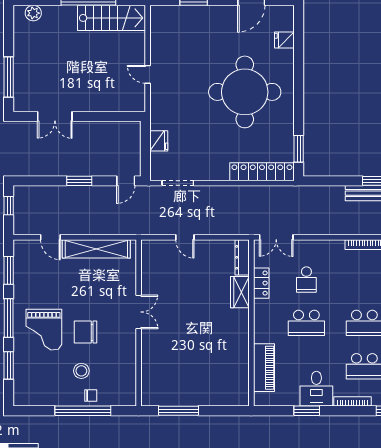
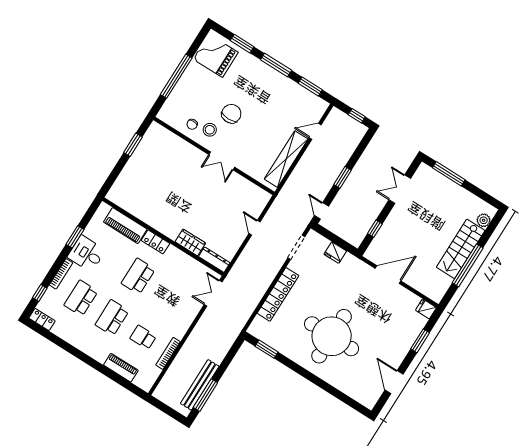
stairs: (112, 18) -> (461, 249), moved
fridge: (284, 40) -> (426, 309), moved, turned -90
door: (148, 74) -> (388, 275), width x1.87
window: (110, 116) -> (375, 229), added
locker: (262, 172) -> (278, 294), moved
door: (185, 237) -> (254, 228), hinge flipped
school desk: (306, 280) -> (143, 337), moved
locker: (261, 283) -> (155, 242), moved
grand piano: (44, 330) -> (216, 56), moved
stool: (81, 371) -> (210, 130), moved
chair: (91, 396) -> (192, 124), moved
window: (178, 411) -> (133, 145), width x0.69

